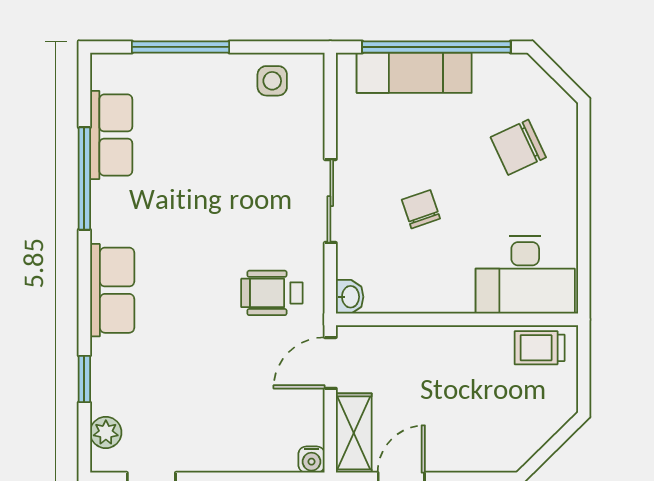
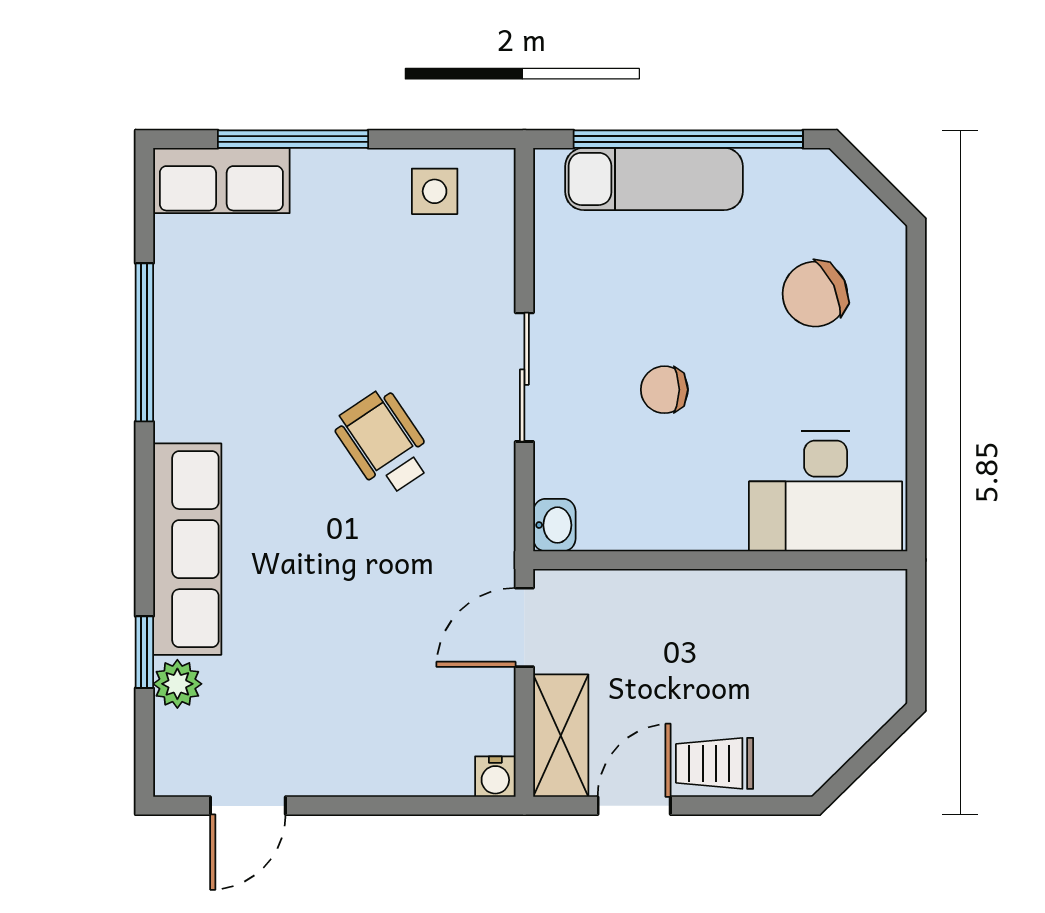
row of seats: (111, 135) -> (221, 180), moved, turned 90
chair: (421, 209) -> (664, 390), turned -71
row of seats: (112, 290) -> (187, 549), width x1.48
wheelchair: (272, 293) -> (384, 443), moved, turned 56
trolley: (540, 348) -> (715, 763), moved
plant: (106, 432) -> (177, 684), moved

